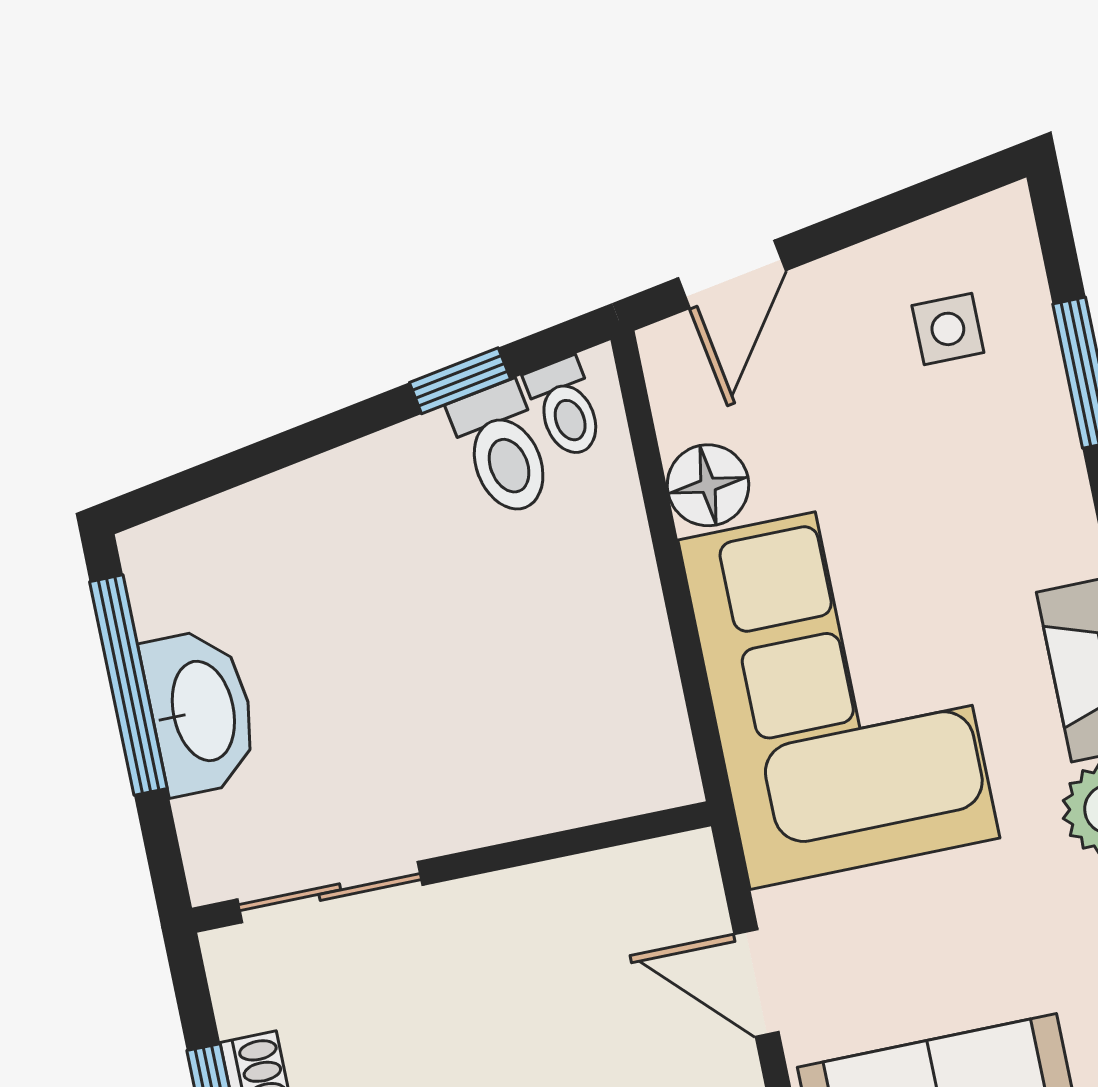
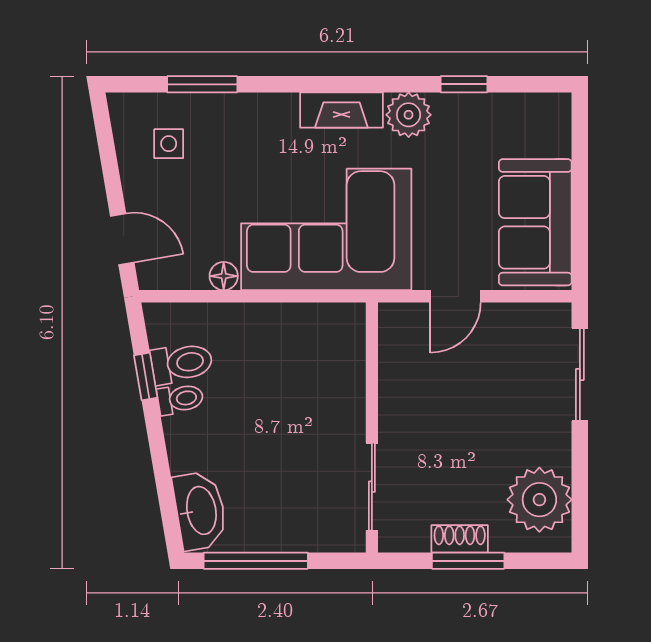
toilet: (565, 408) -> (180, 399), moved
floor lamp: (708, 485) -> (224, 276), width x0.73, depth x0.73
washbasin: (201, 712) -> (200, 511), moved, turned 80

